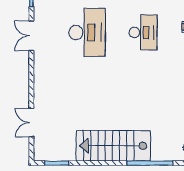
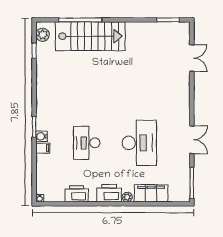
desk: (87, 32) -> (139, 143), turned 180
stairs: (113, 146) -> (90, 36), moved

